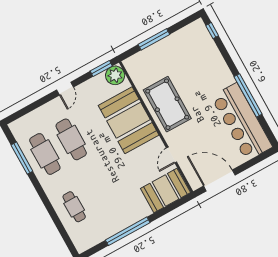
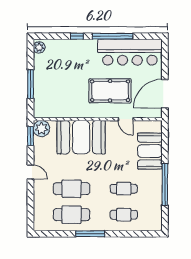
plant: (196, 28) -> (39, 47), added
window: (212, 31) -> (77, 36), moved
pool table: (167, 104) -> (110, 91), moved
window: (22, 158) -> (90, 234), moved
booth: (165, 191) -> (150, 151), moved
cafe table: (100, 192) -> (124, 189), added

